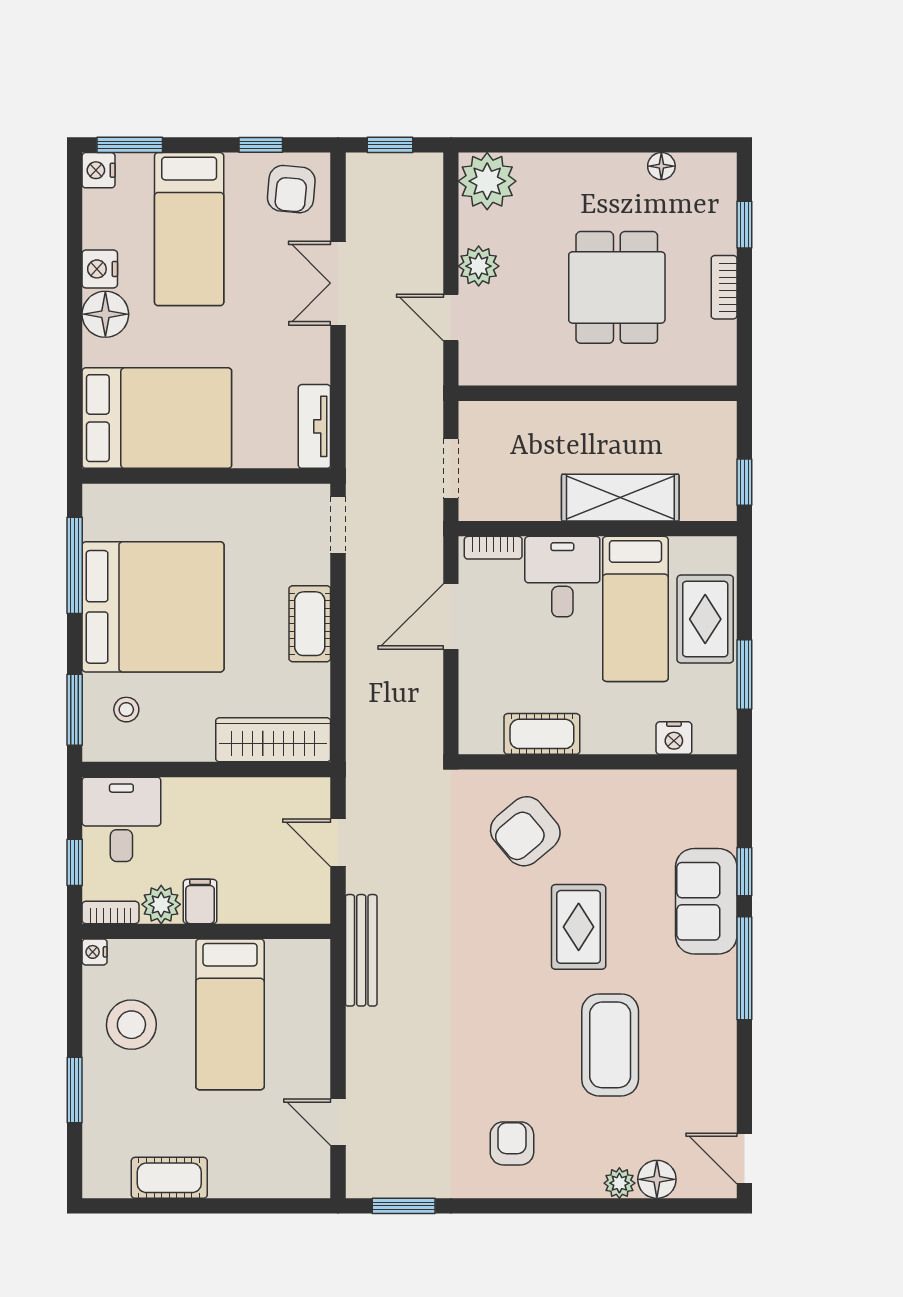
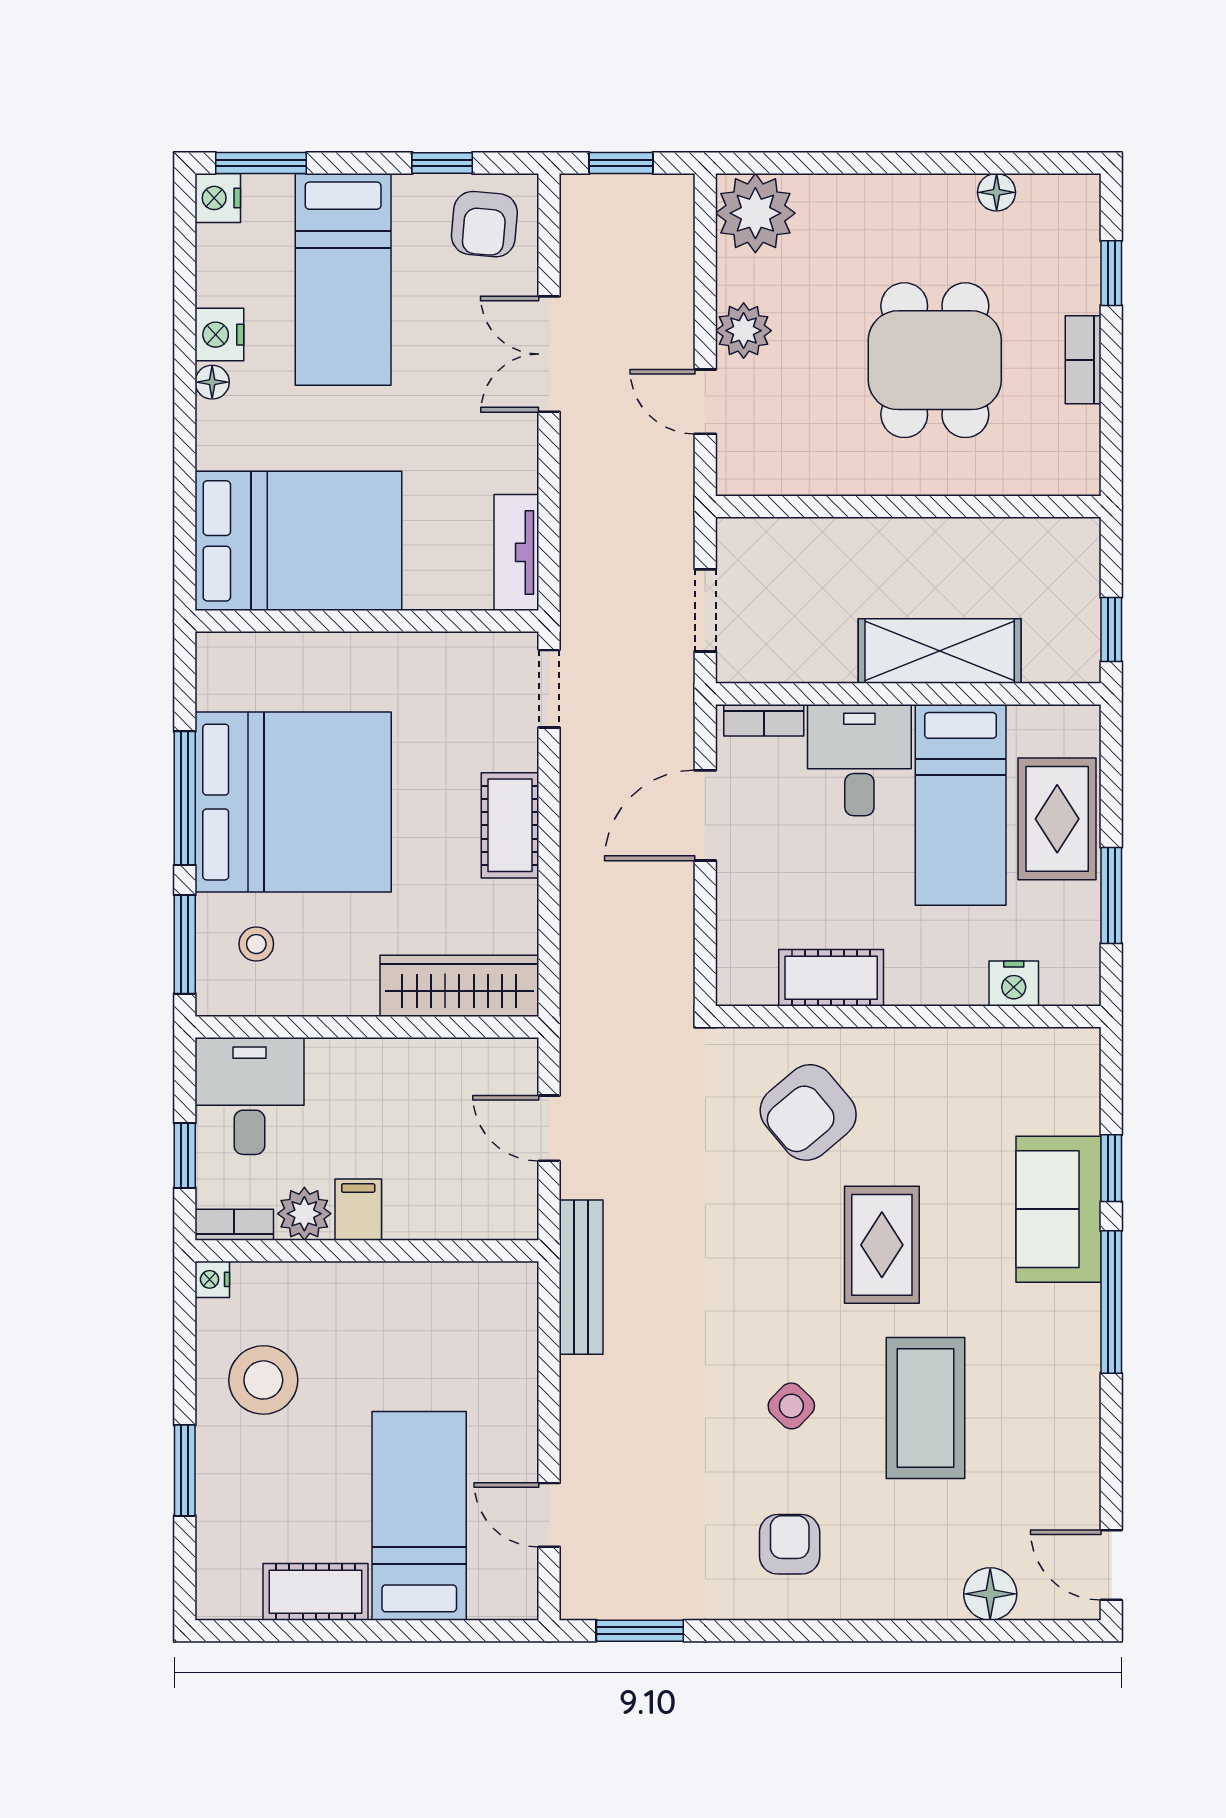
floor lamp: (105, 314) -> (212, 382), width x0.53, depth x0.53
window: (75, 565) -> (185, 798), moved
bed: (230, 1014) -> (419, 1516), moved, turned 180
side table: (513, 1043) -> (791, 1406), added
plant: (619, 1183) -> (938, 1599), removed

